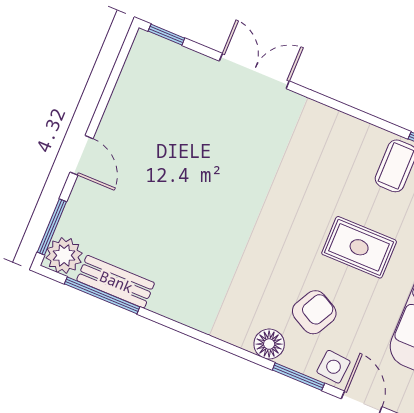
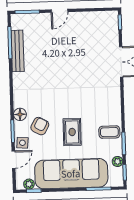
plant: (64, 255) -> (18, 21), removed
bench: (116, 282) -> (18, 51), width x1.36
armchair: (314, 312) -> (40, 126), turned -89

